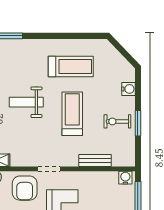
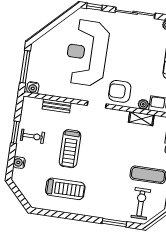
treadmill: (71, 66) -> (65, 189), turned 180
weight bench: (26, 102) -> (108, 164), removed
armchair: (25, 188) -> (120, 91), turned -90

